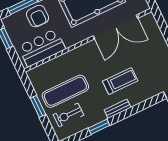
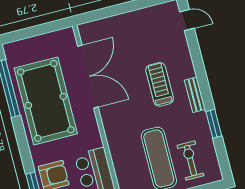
exercise bike: (68, 115) -> (190, 160), turned 180

